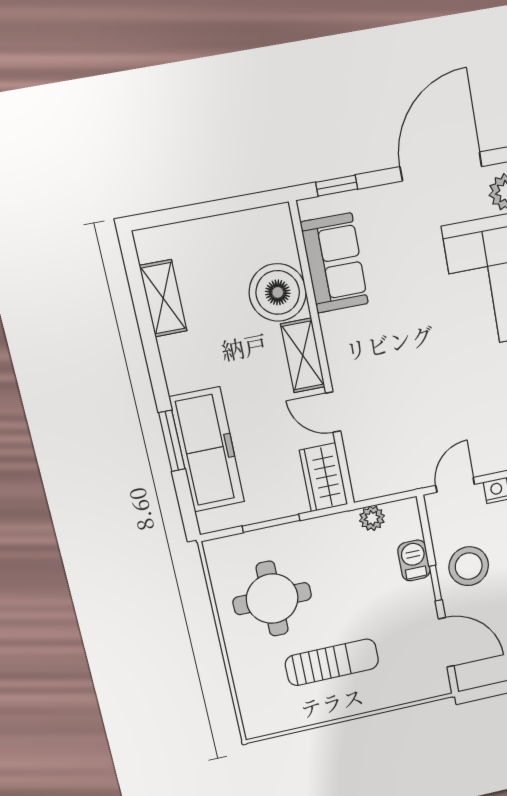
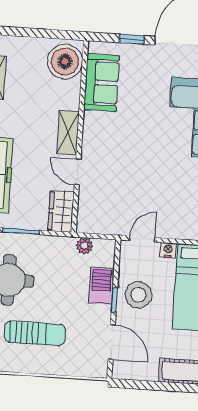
window: (337, 186) -> (132, 39), moved
boiler: (278, 292) -> (65, 62), moved
barbecue: (414, 560) -> (101, 286), width x1.38, depth x1.27

